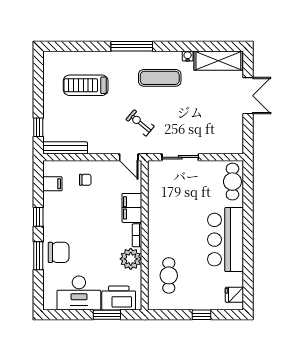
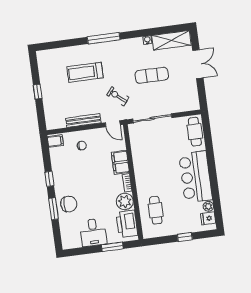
exercise mat: (160, 78) -> (152, 75), moved
treadmill: (86, 85) -> (85, 72), moved
window: (38, 127) -> (38, 92), moved
bench: (65, 148) -> (83, 120), moved
sliding door: (180, 157) -> (152, 118), width x1.37
filing cabinet: (52, 184) -> (55, 141), moved
plant: (237, 279) -> (208, 206), added
desk: (79, 293) -> (93, 232), width x0.73
printer: (119, 298) -> (127, 224), moved, turned -90

